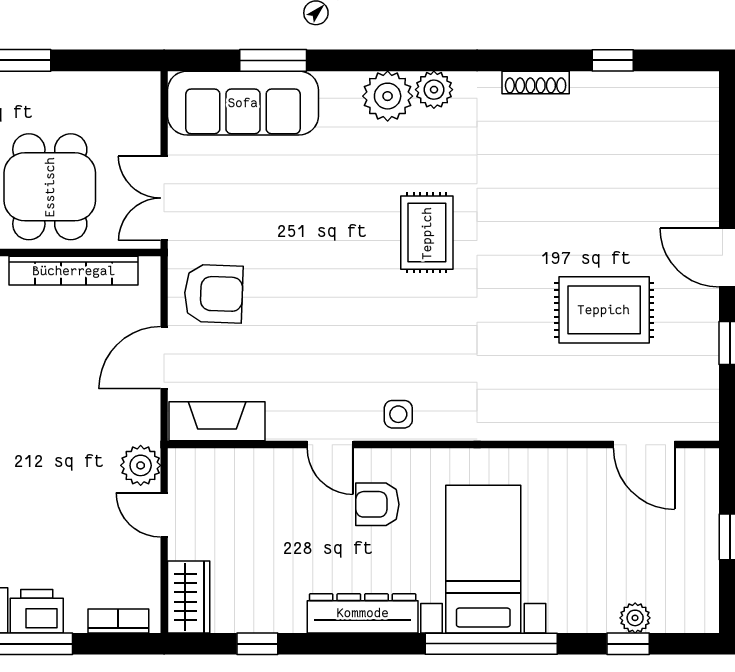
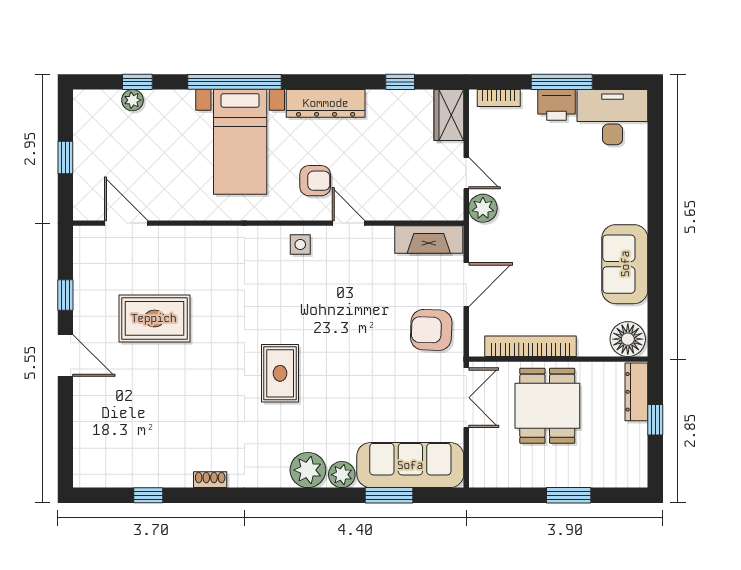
shoe rack: (536, 82) -> (210, 480), width x0.70
plant: (434, 90) -> (342, 475), moved

